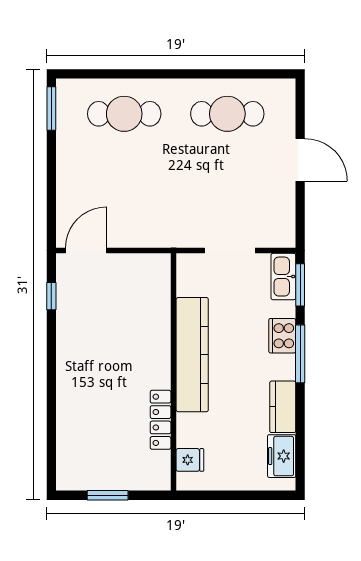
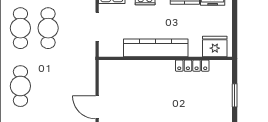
cafe table: (227, 163) -> (48, 28), added
fridge: (190, 460) -> (215, 47), width x1.88, depth x1.34

